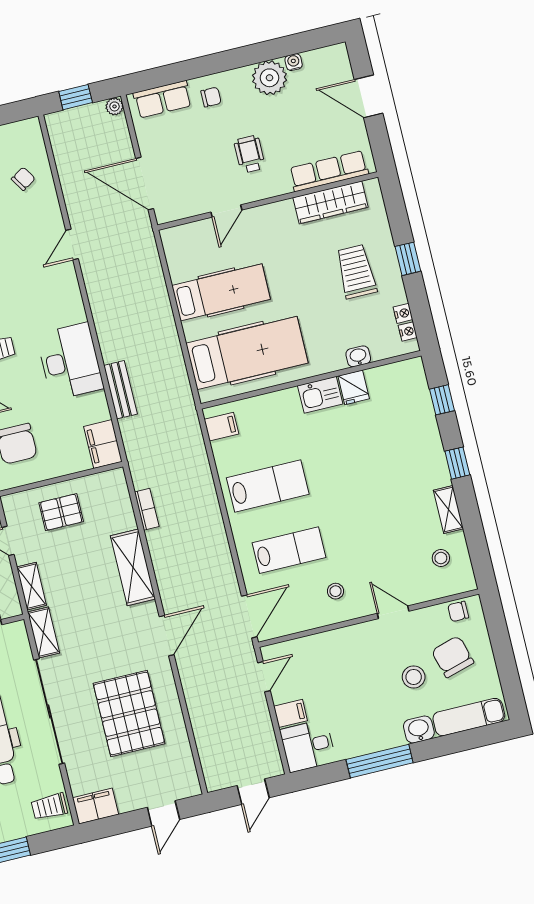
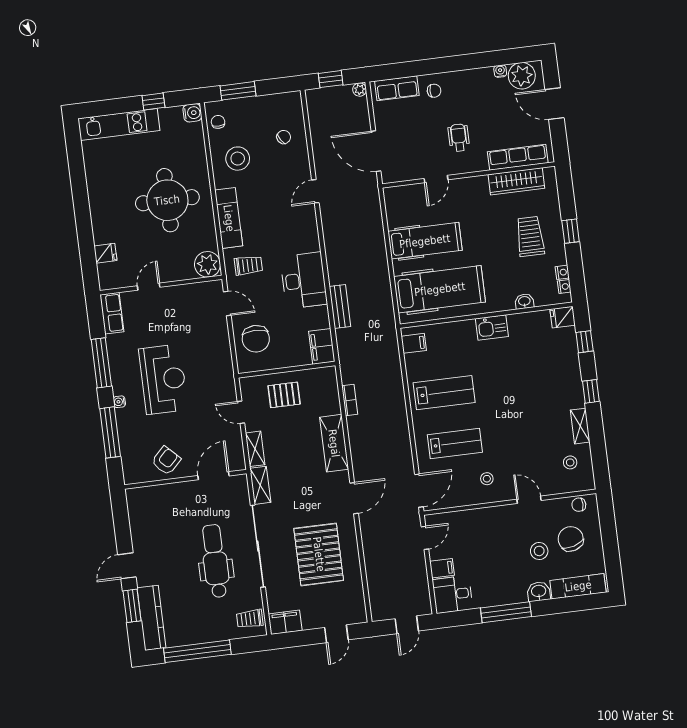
plant: (269, 78) -> (522, 76), moved
fridge: (354, 387) -> (563, 317), moved, turned 90

